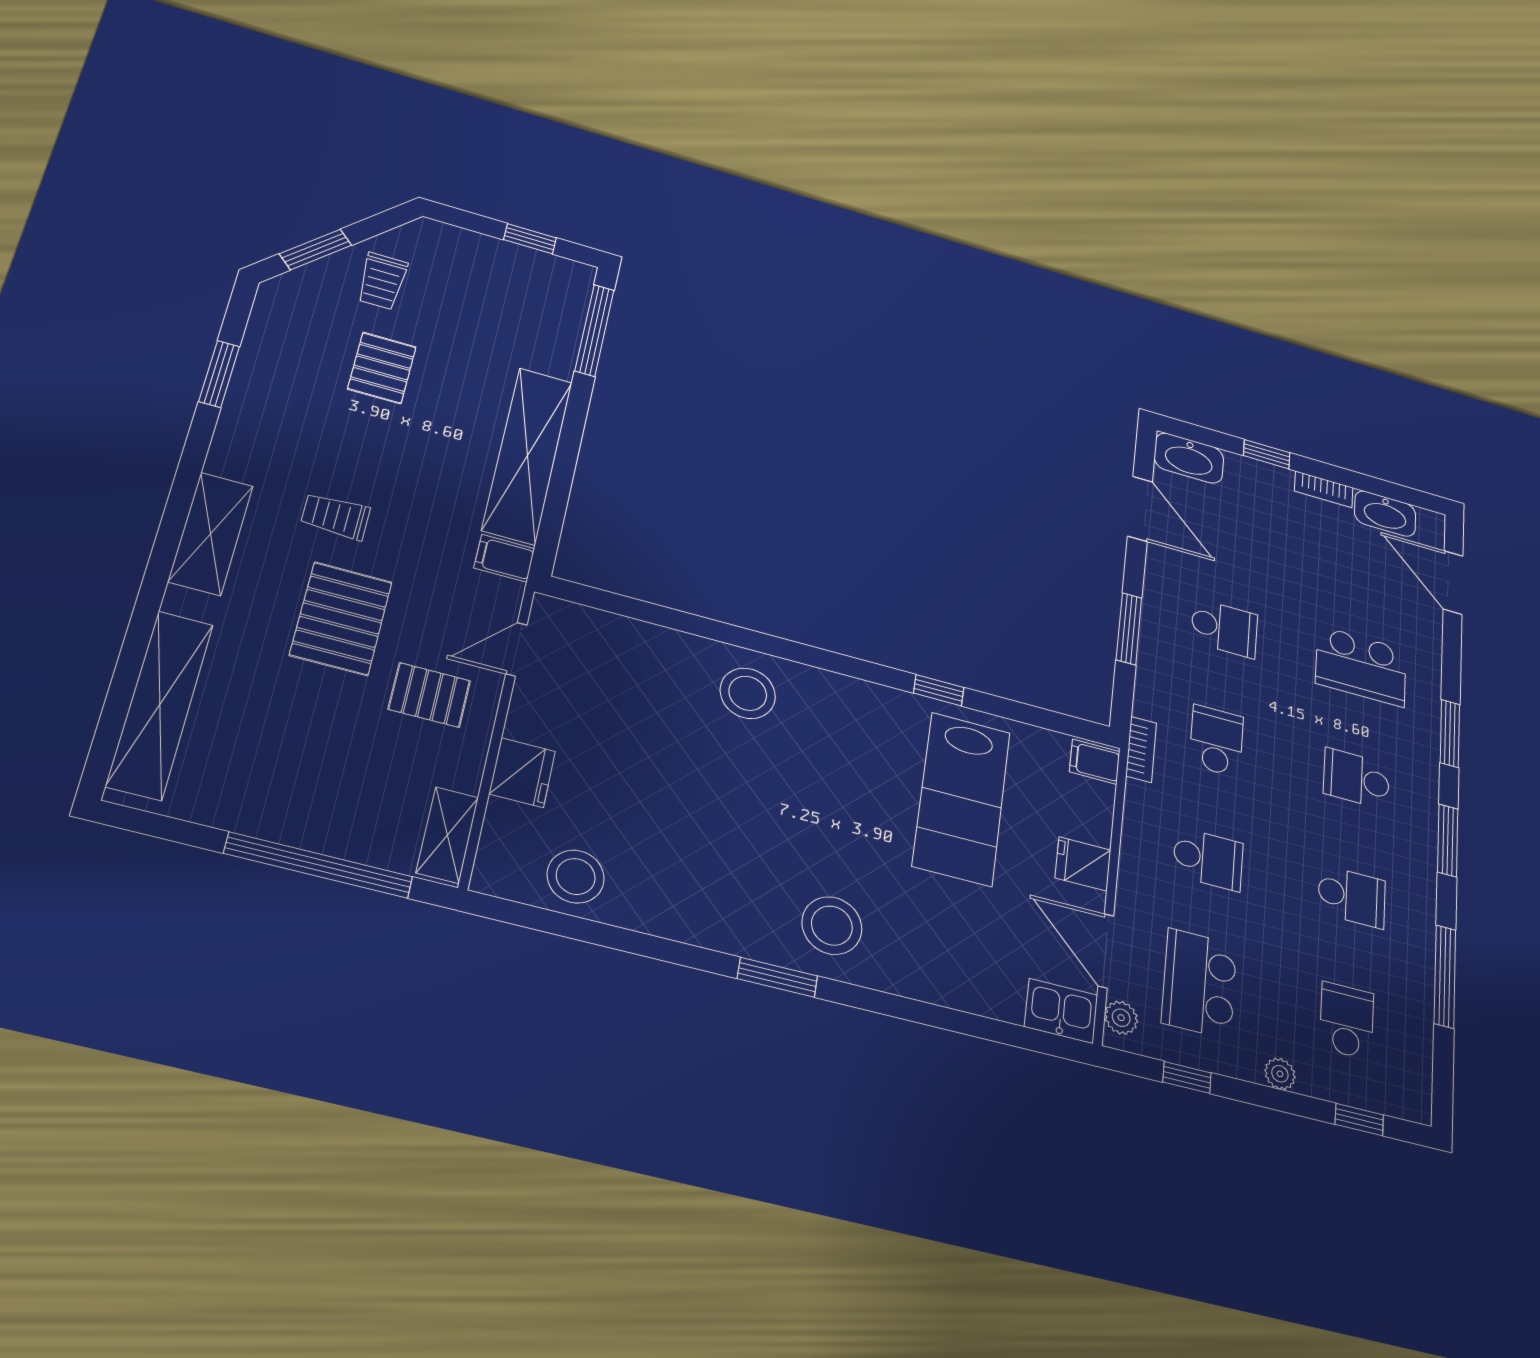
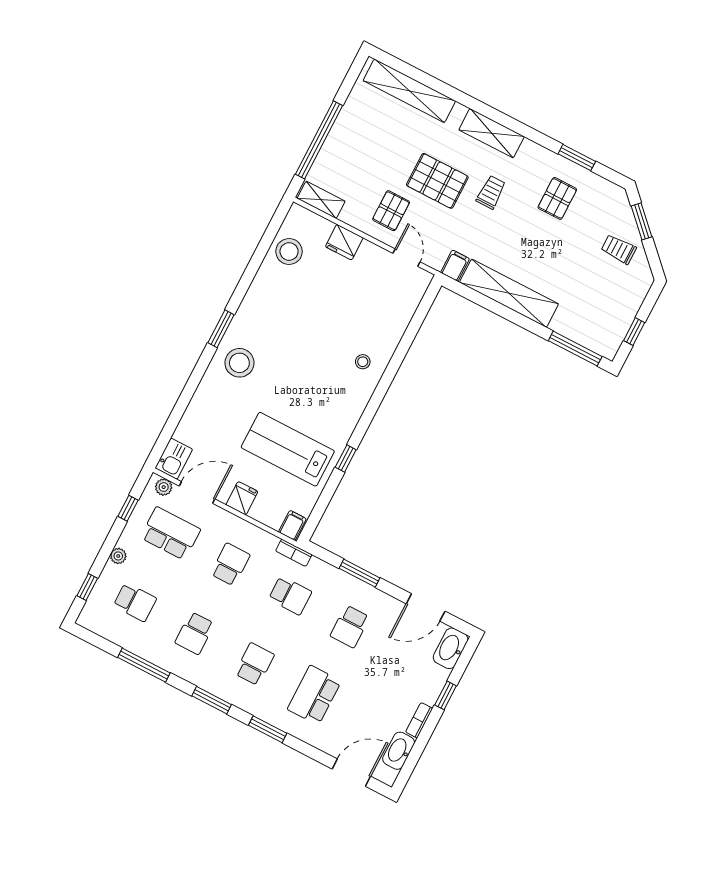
pallet: (382, 368) -> (557, 198), moved, turned 90
stool: (748, 693) -> (363, 362), width x0.53, depth x0.53
school desk: (1208, 859) -> (230, 564), turned 180

